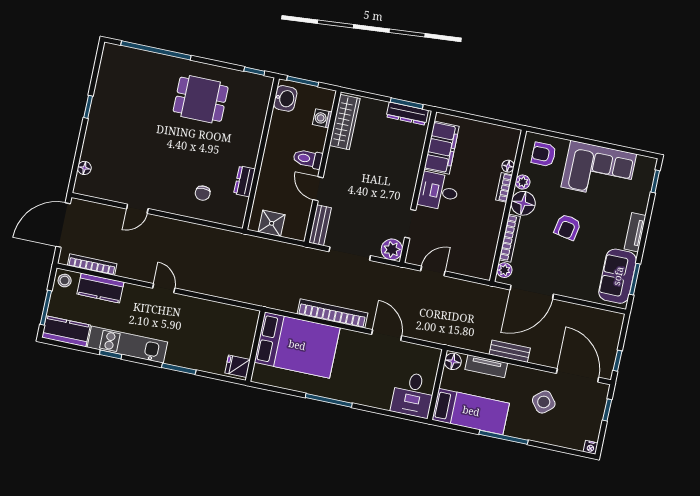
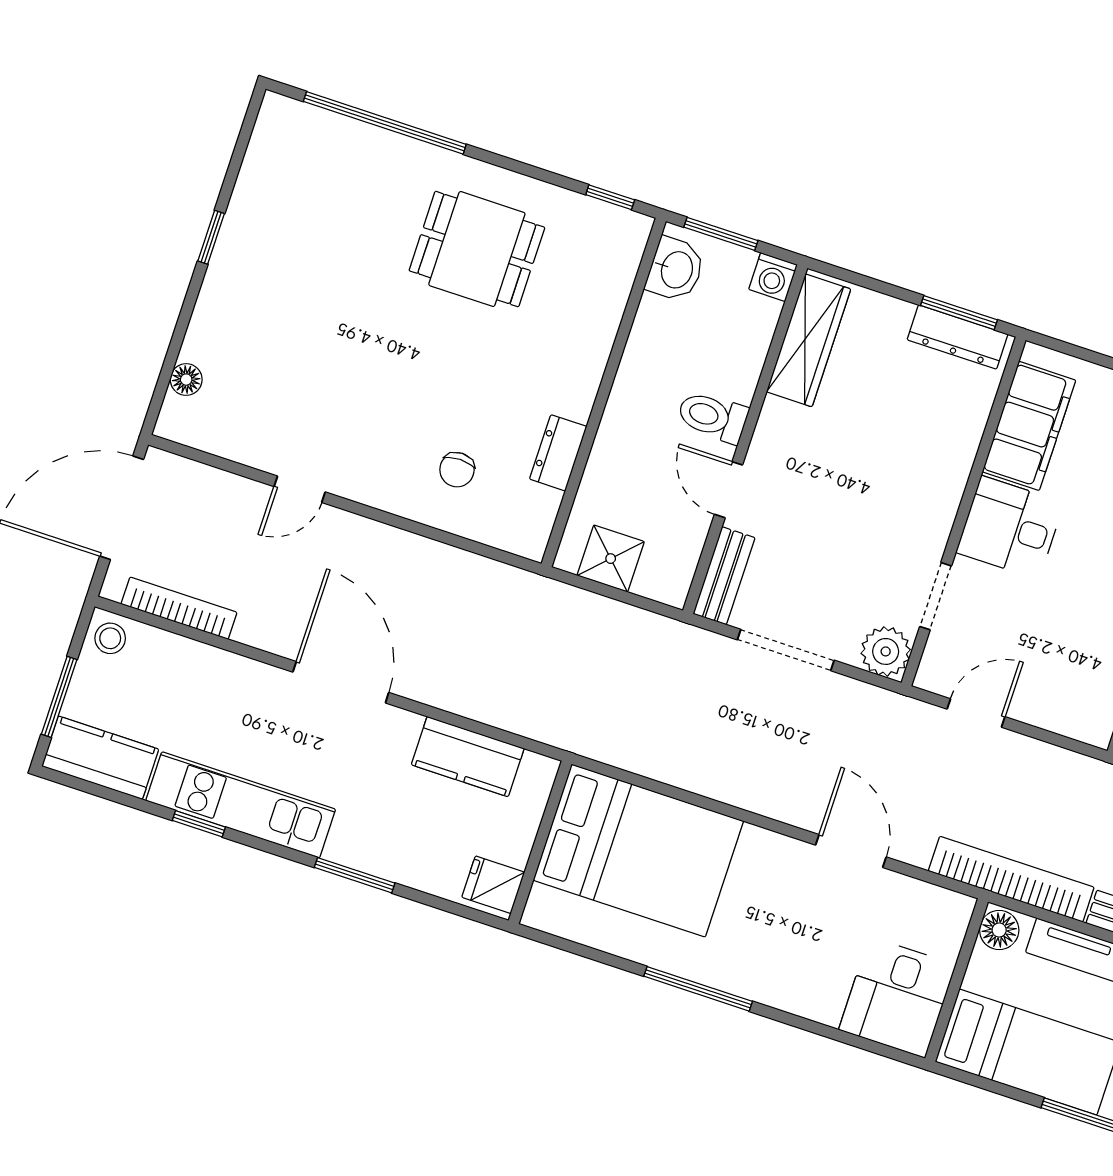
washing machine: (322, 118) -> (773, 277), moved, turned -90
kitchen counter: (100, 288) -> (468, 757), moved
door: (164, 288) -> (341, 682), width x1.88
bookcase: (332, 313) -> (1011, 879), moved

